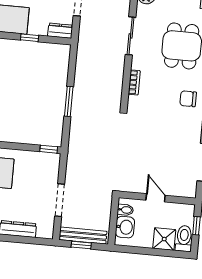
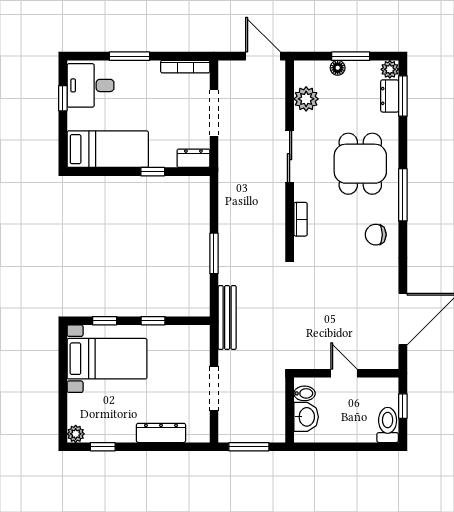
window: (49, 149) -> (153, 321), moved
bench: (83, 235) -> (227, 318), moved, turned 90
shower: (164, 239) -> (361, 428), removed
window: (81, 245) -> (249, 447), width x1.50

